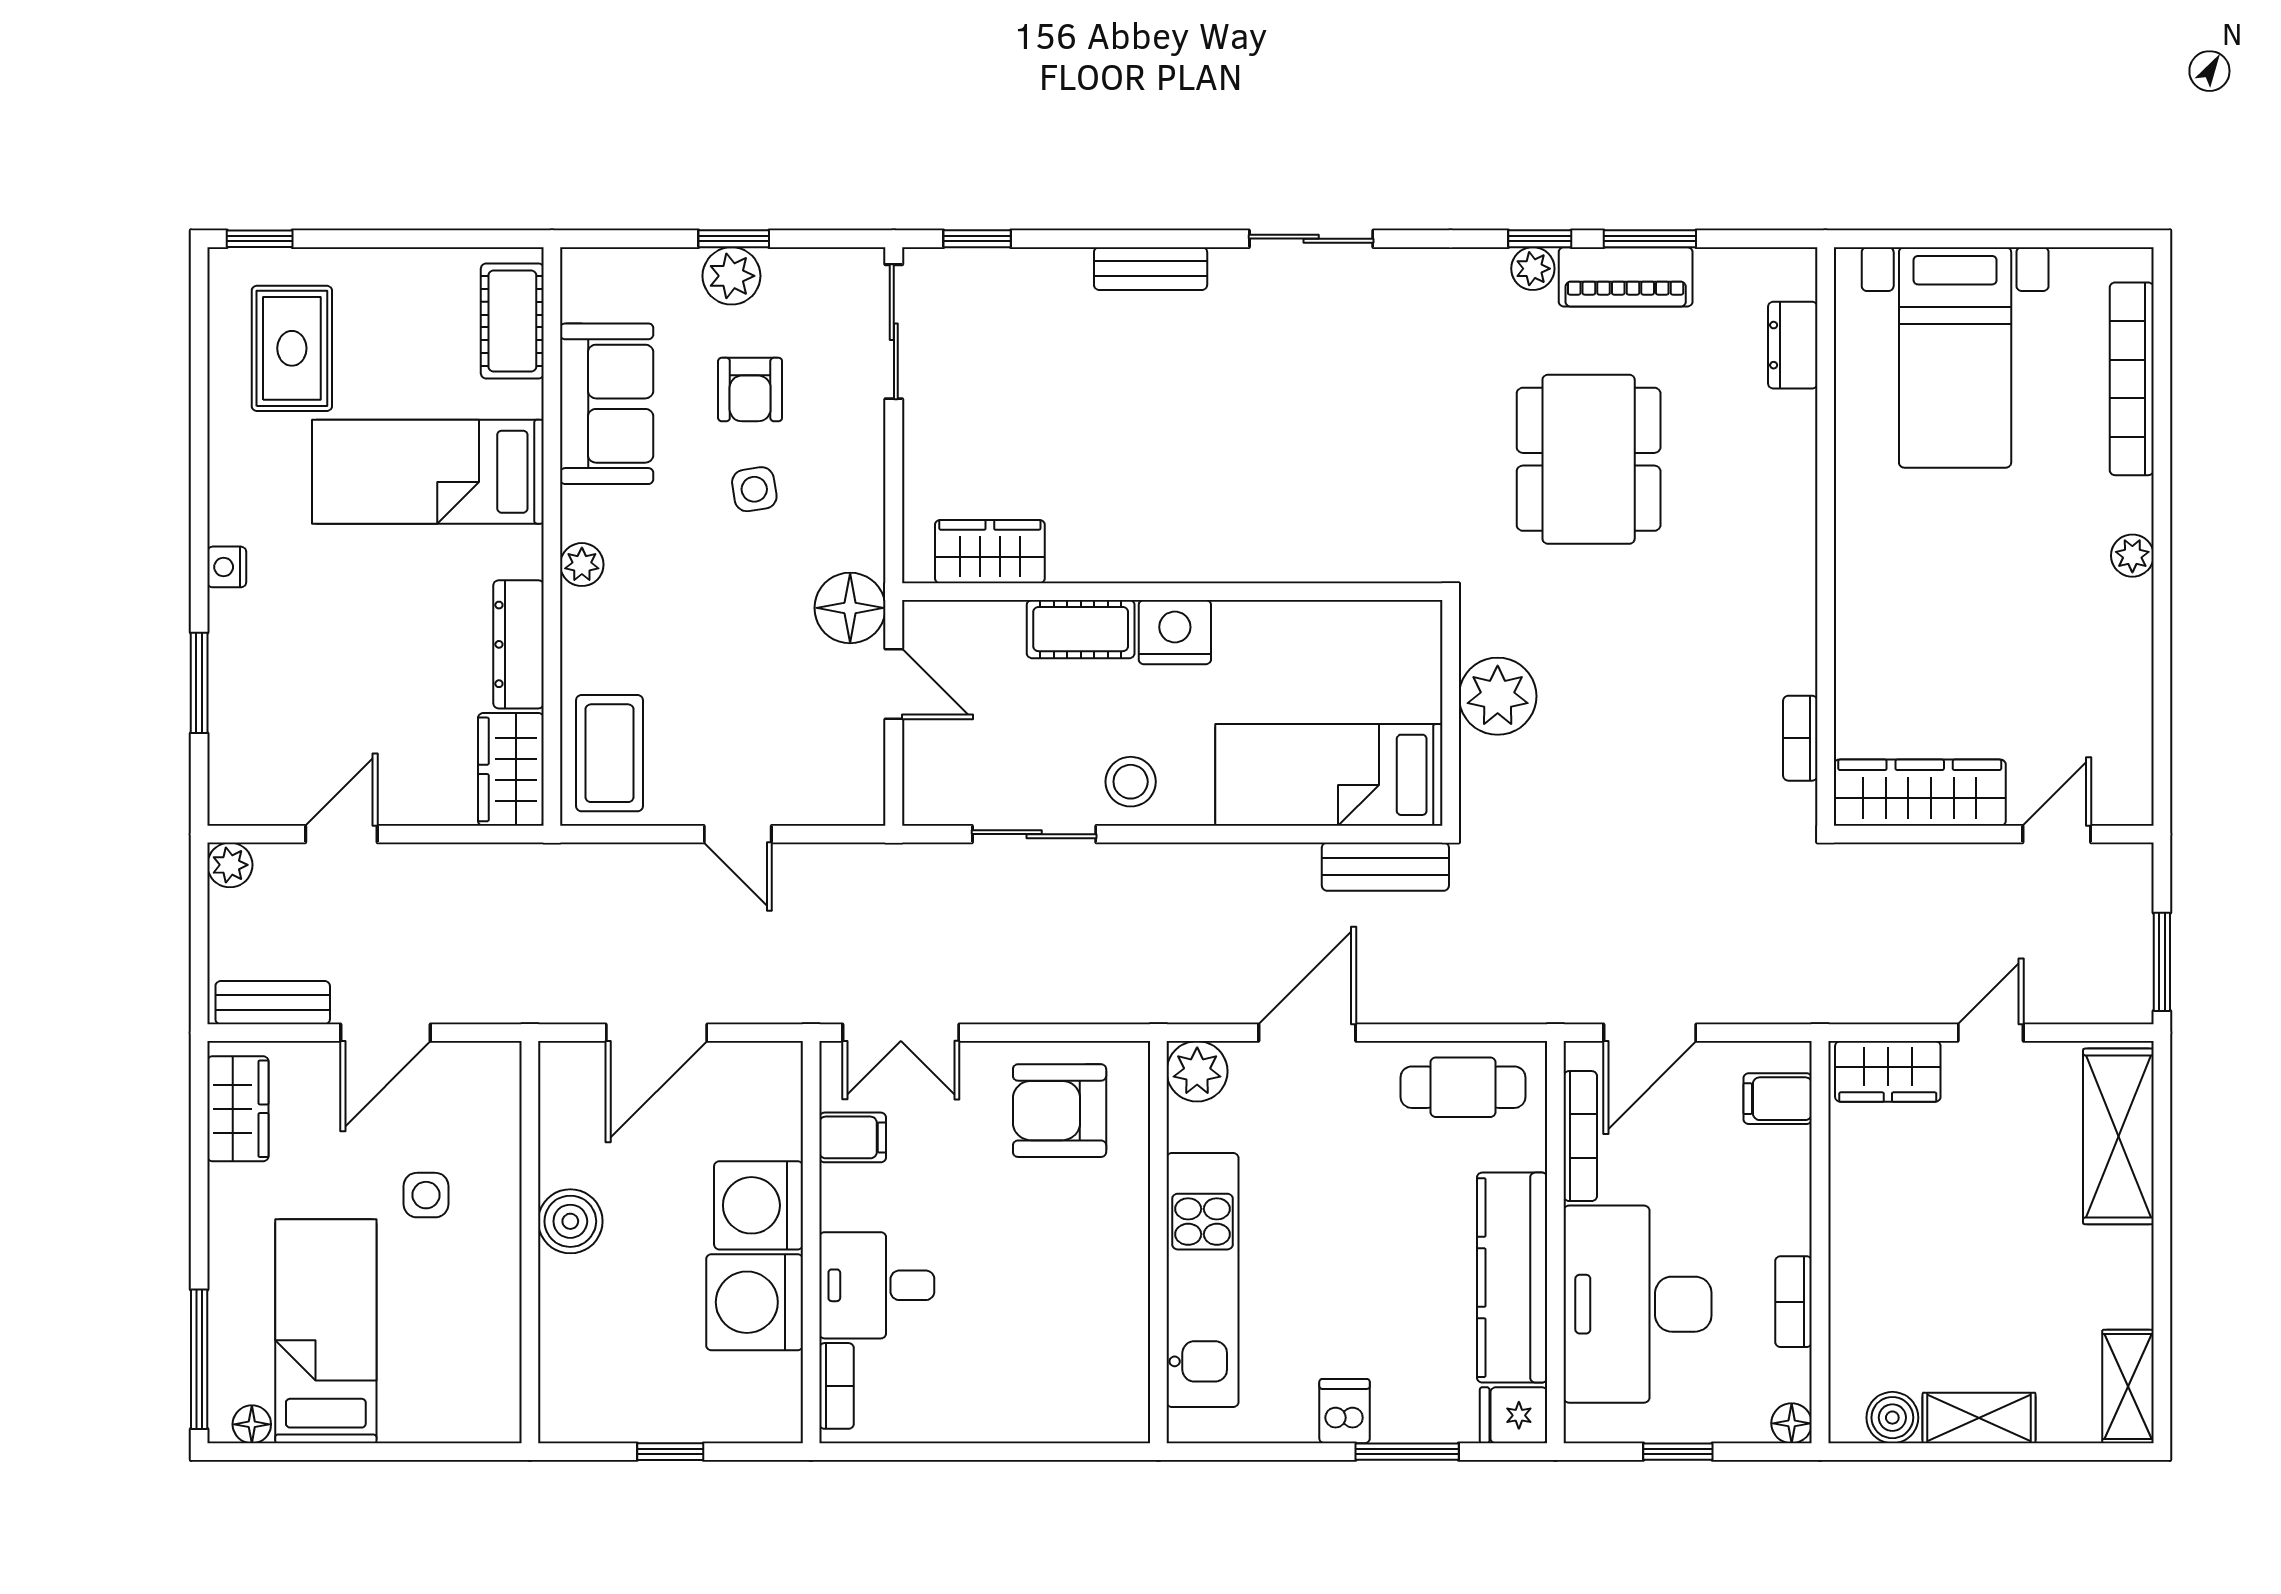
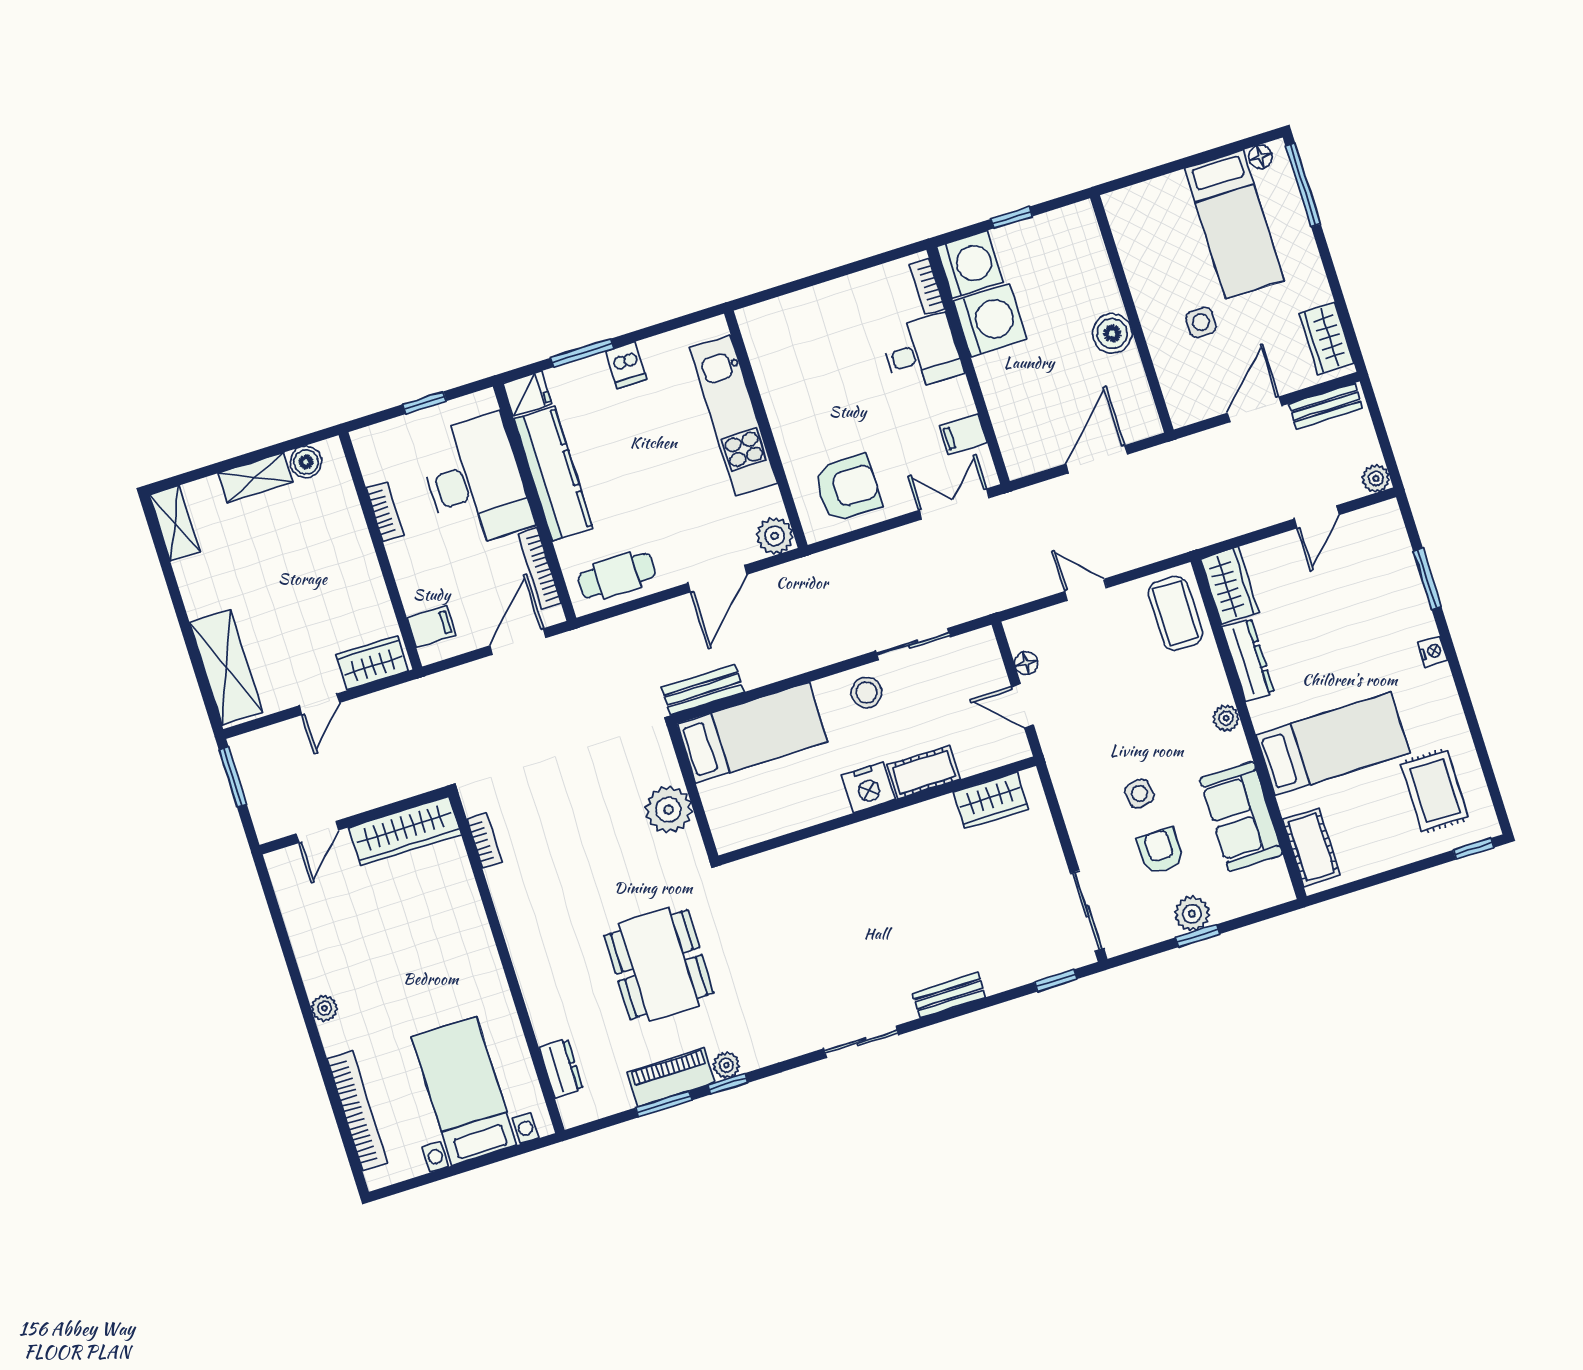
floor lamp: (850, 608) -> (1026, 663), moved, width x0.53, depth x0.53
washing machine: (759, 1205) -> (970, 264), moved
floor lamp: (1792, 1423) -> (364, 440), removed

